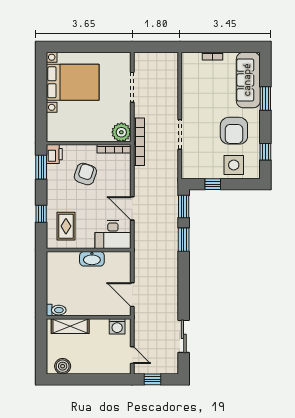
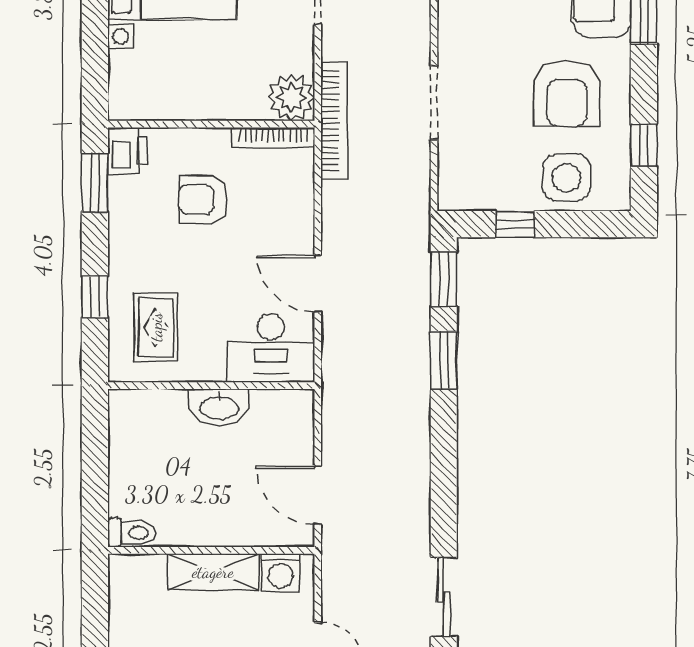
armchair: (85, 174) -> (203, 200), turned -109
shelving: (70, 326) -> (213, 572), moved

